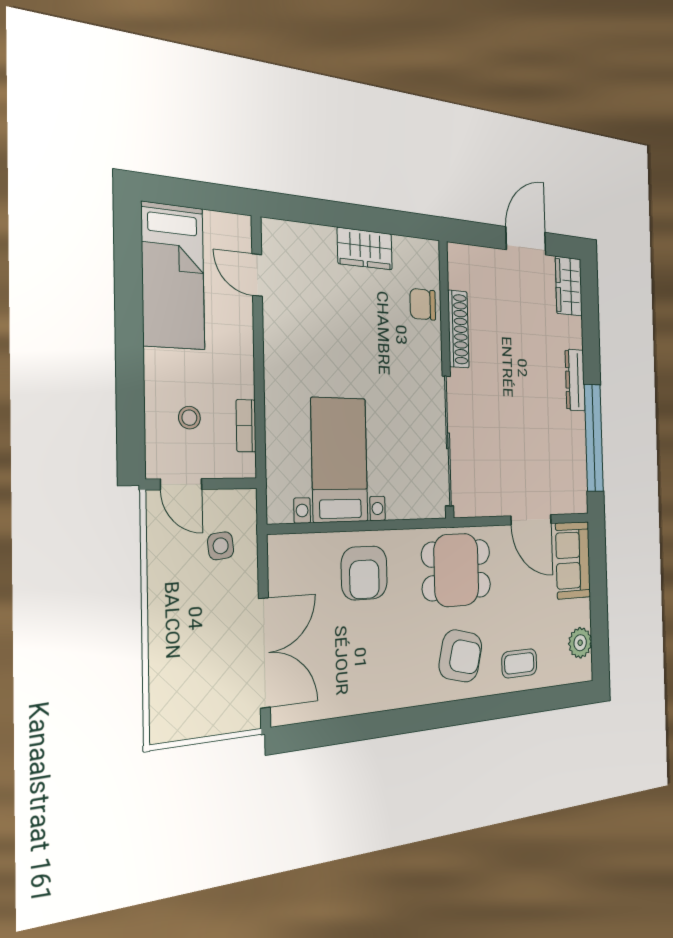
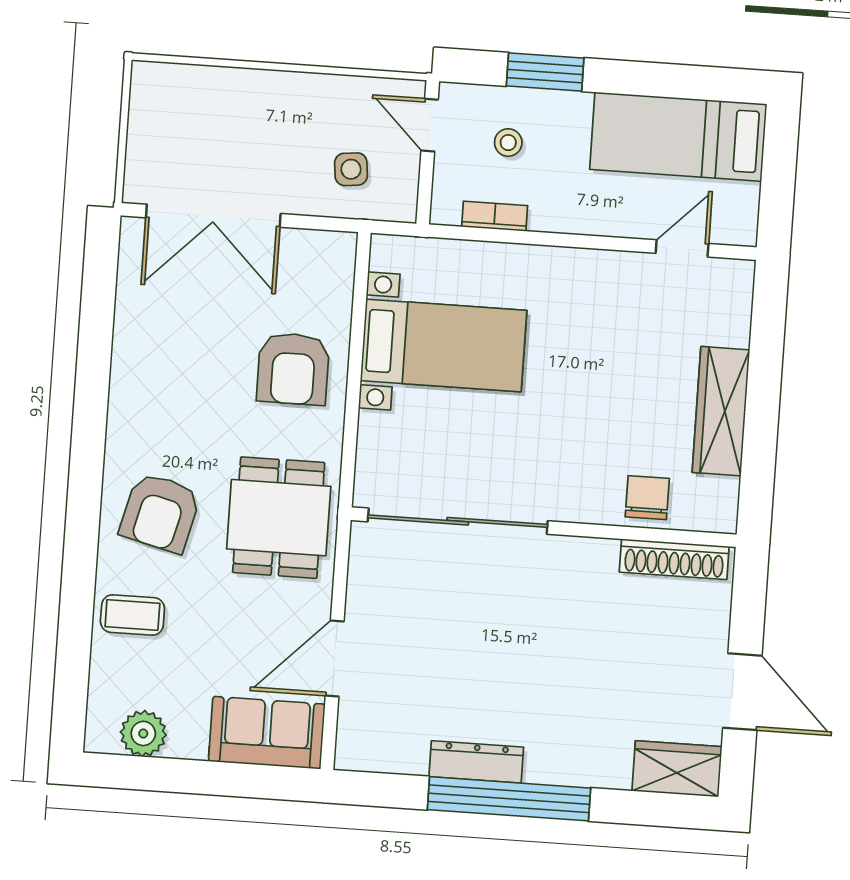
wardrobe: (365, 249) -> (721, 411), width x1.50
shoe rack: (458, 329) -> (674, 559), moved
dresser: (575, 380) -> (476, 762), moved
window: (130, 389) -> (545, 72), added
window: (594, 438) -> (509, 799), moved
door: (181, 484) -> (430, 125), hinge flipped
armchair: (364, 573) -> (293, 369), turned -90
coffee table: (519, 663) -> (132, 615), turned 90

